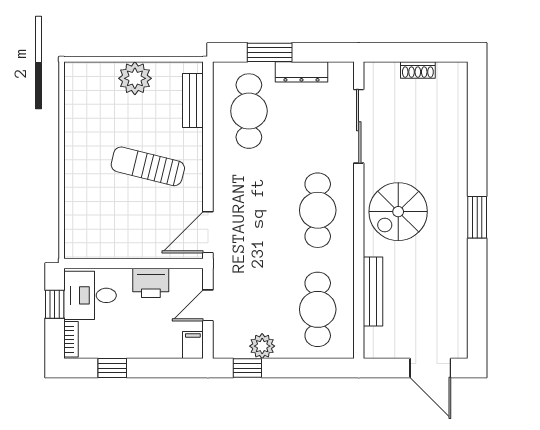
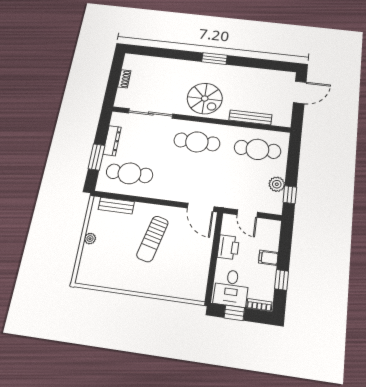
plant: (135, 78) -> (90, 239), width x0.53, depth x0.53
filing cabinet: (193, 345) -> (268, 258), moved

